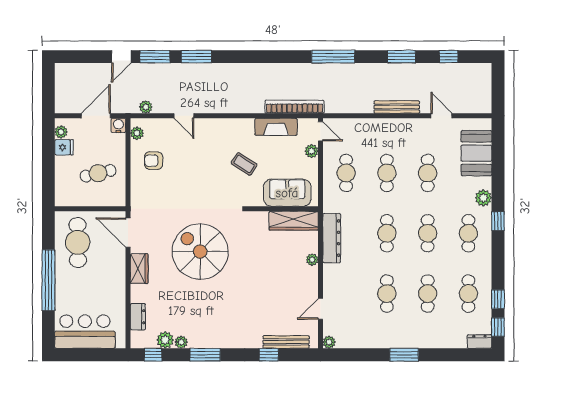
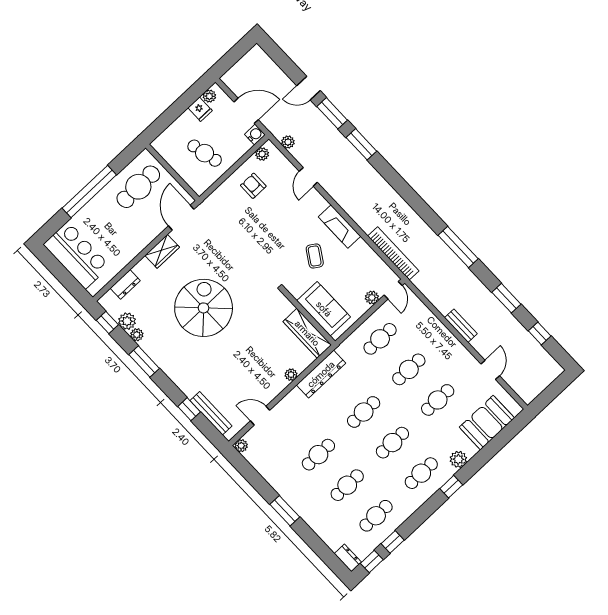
bench: (397, 107) -> (461, 326), width x0.73
fireplace: (276, 127) -> (339, 226), moved
spiral stairs: (200, 252) -> (204, 308), moved

